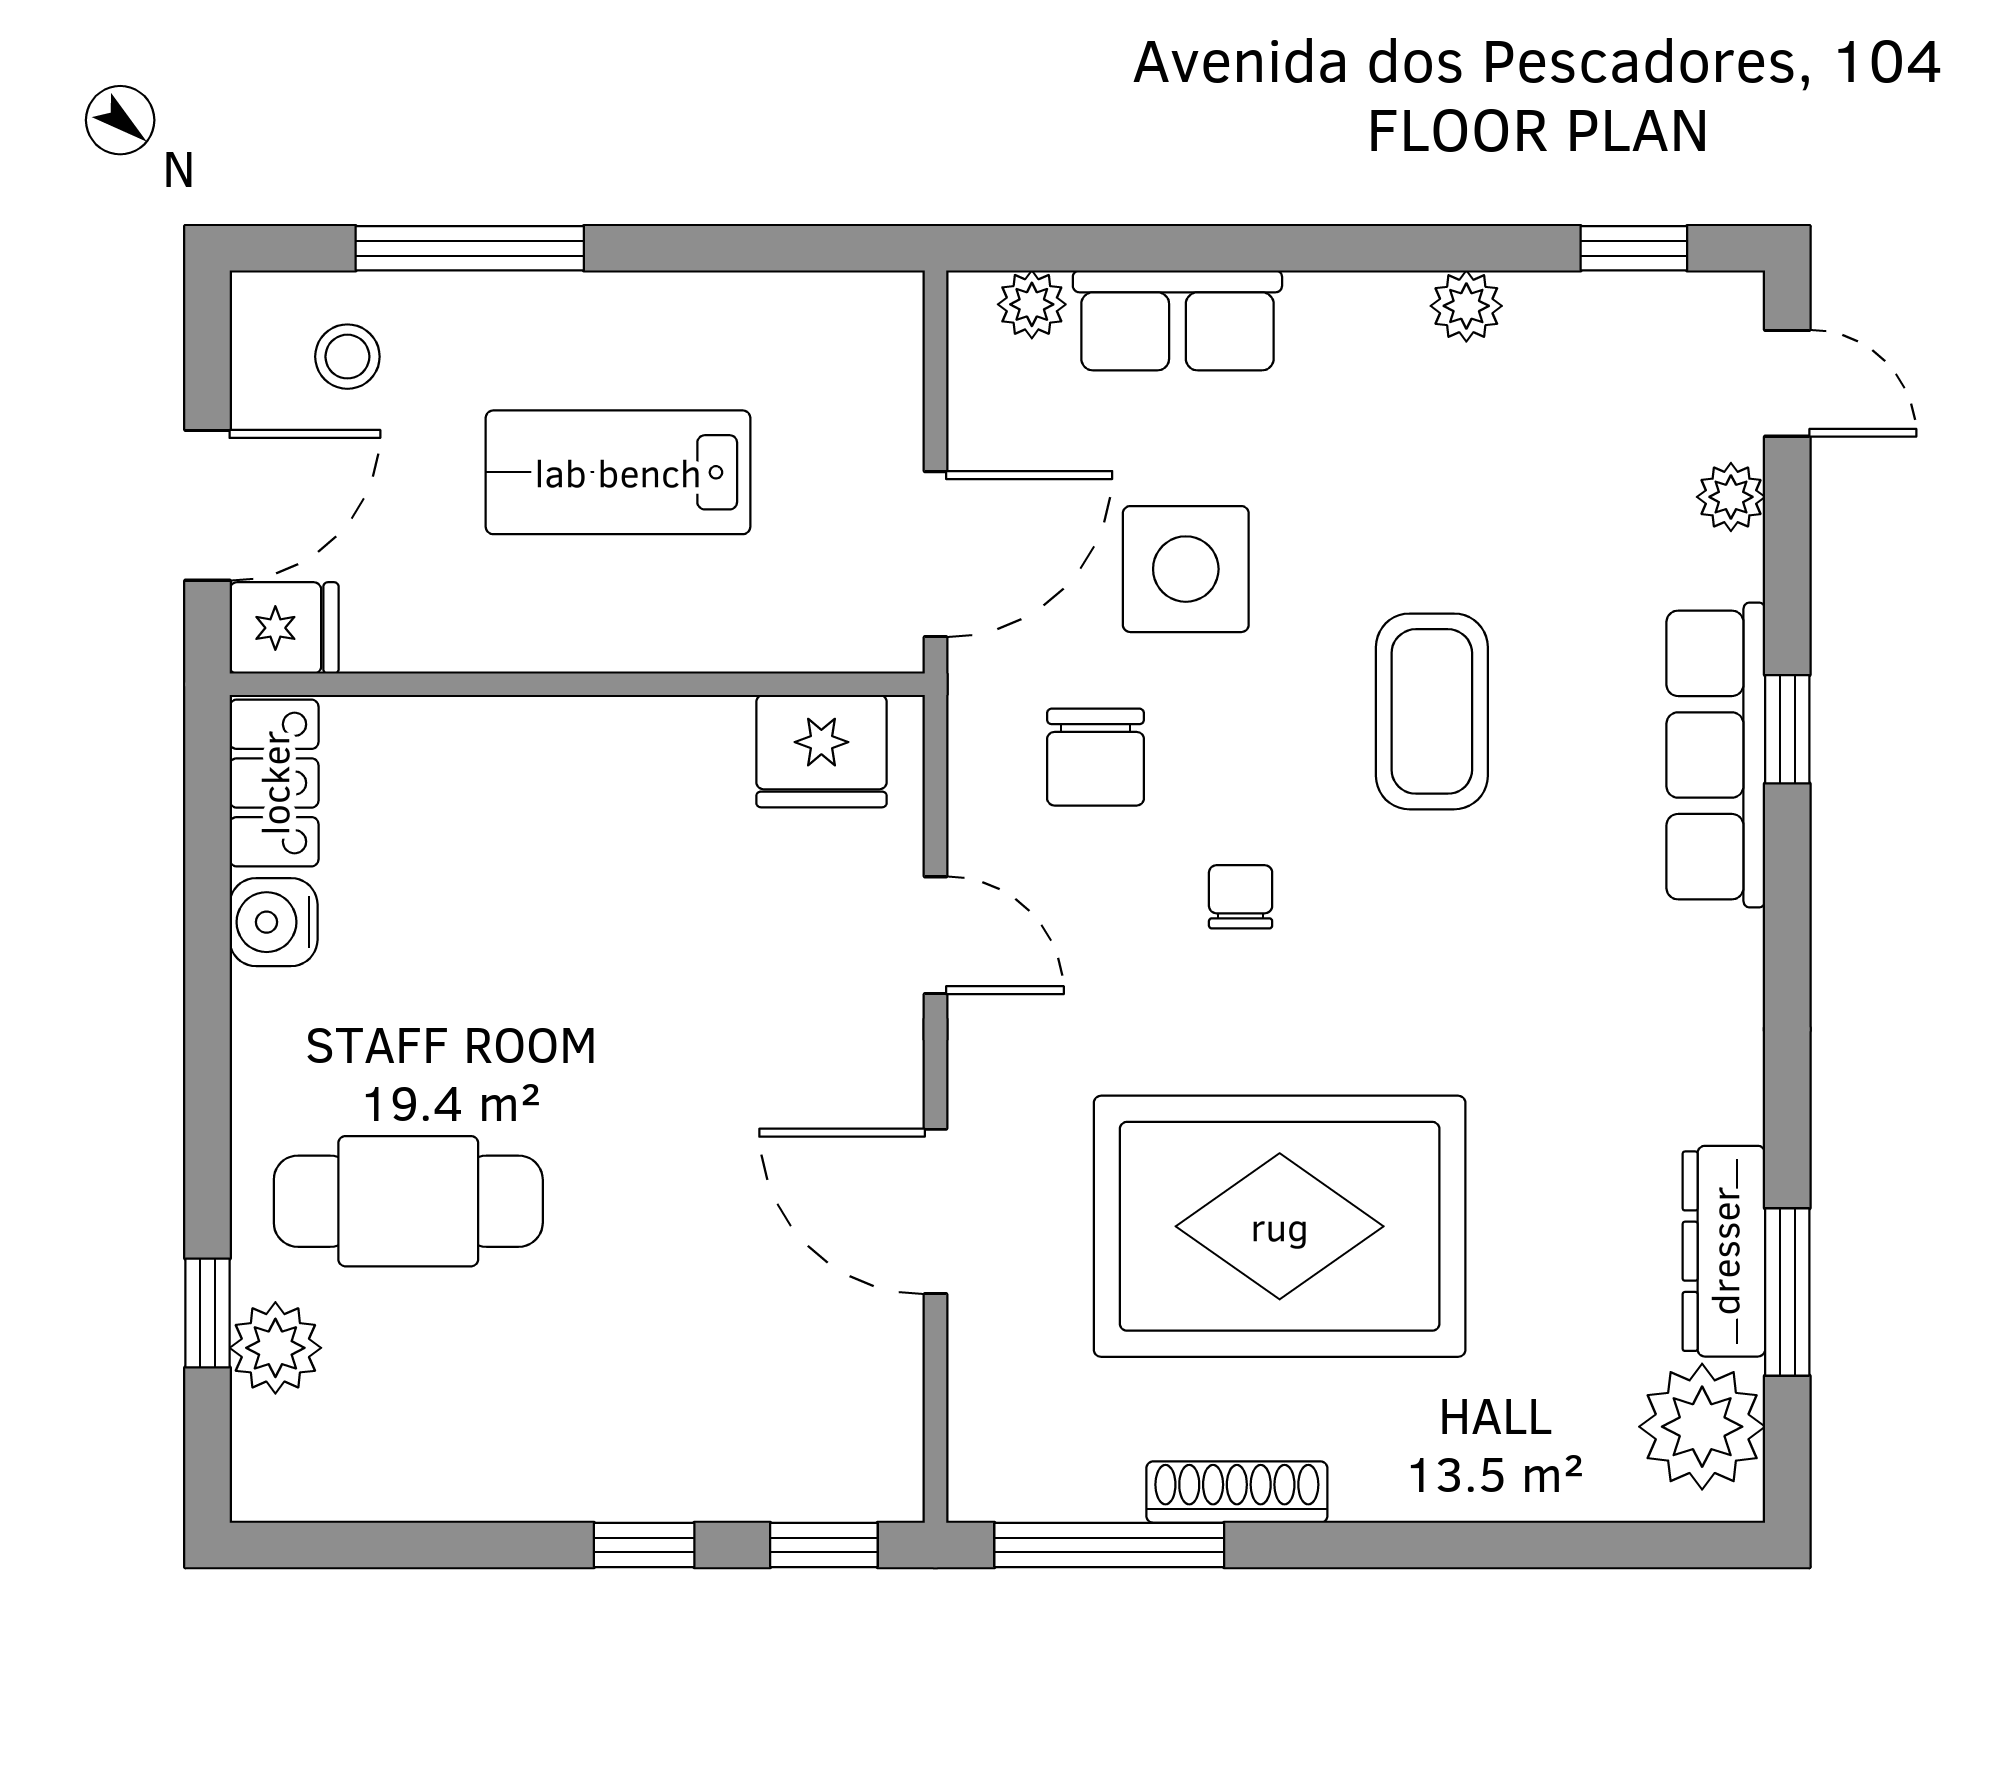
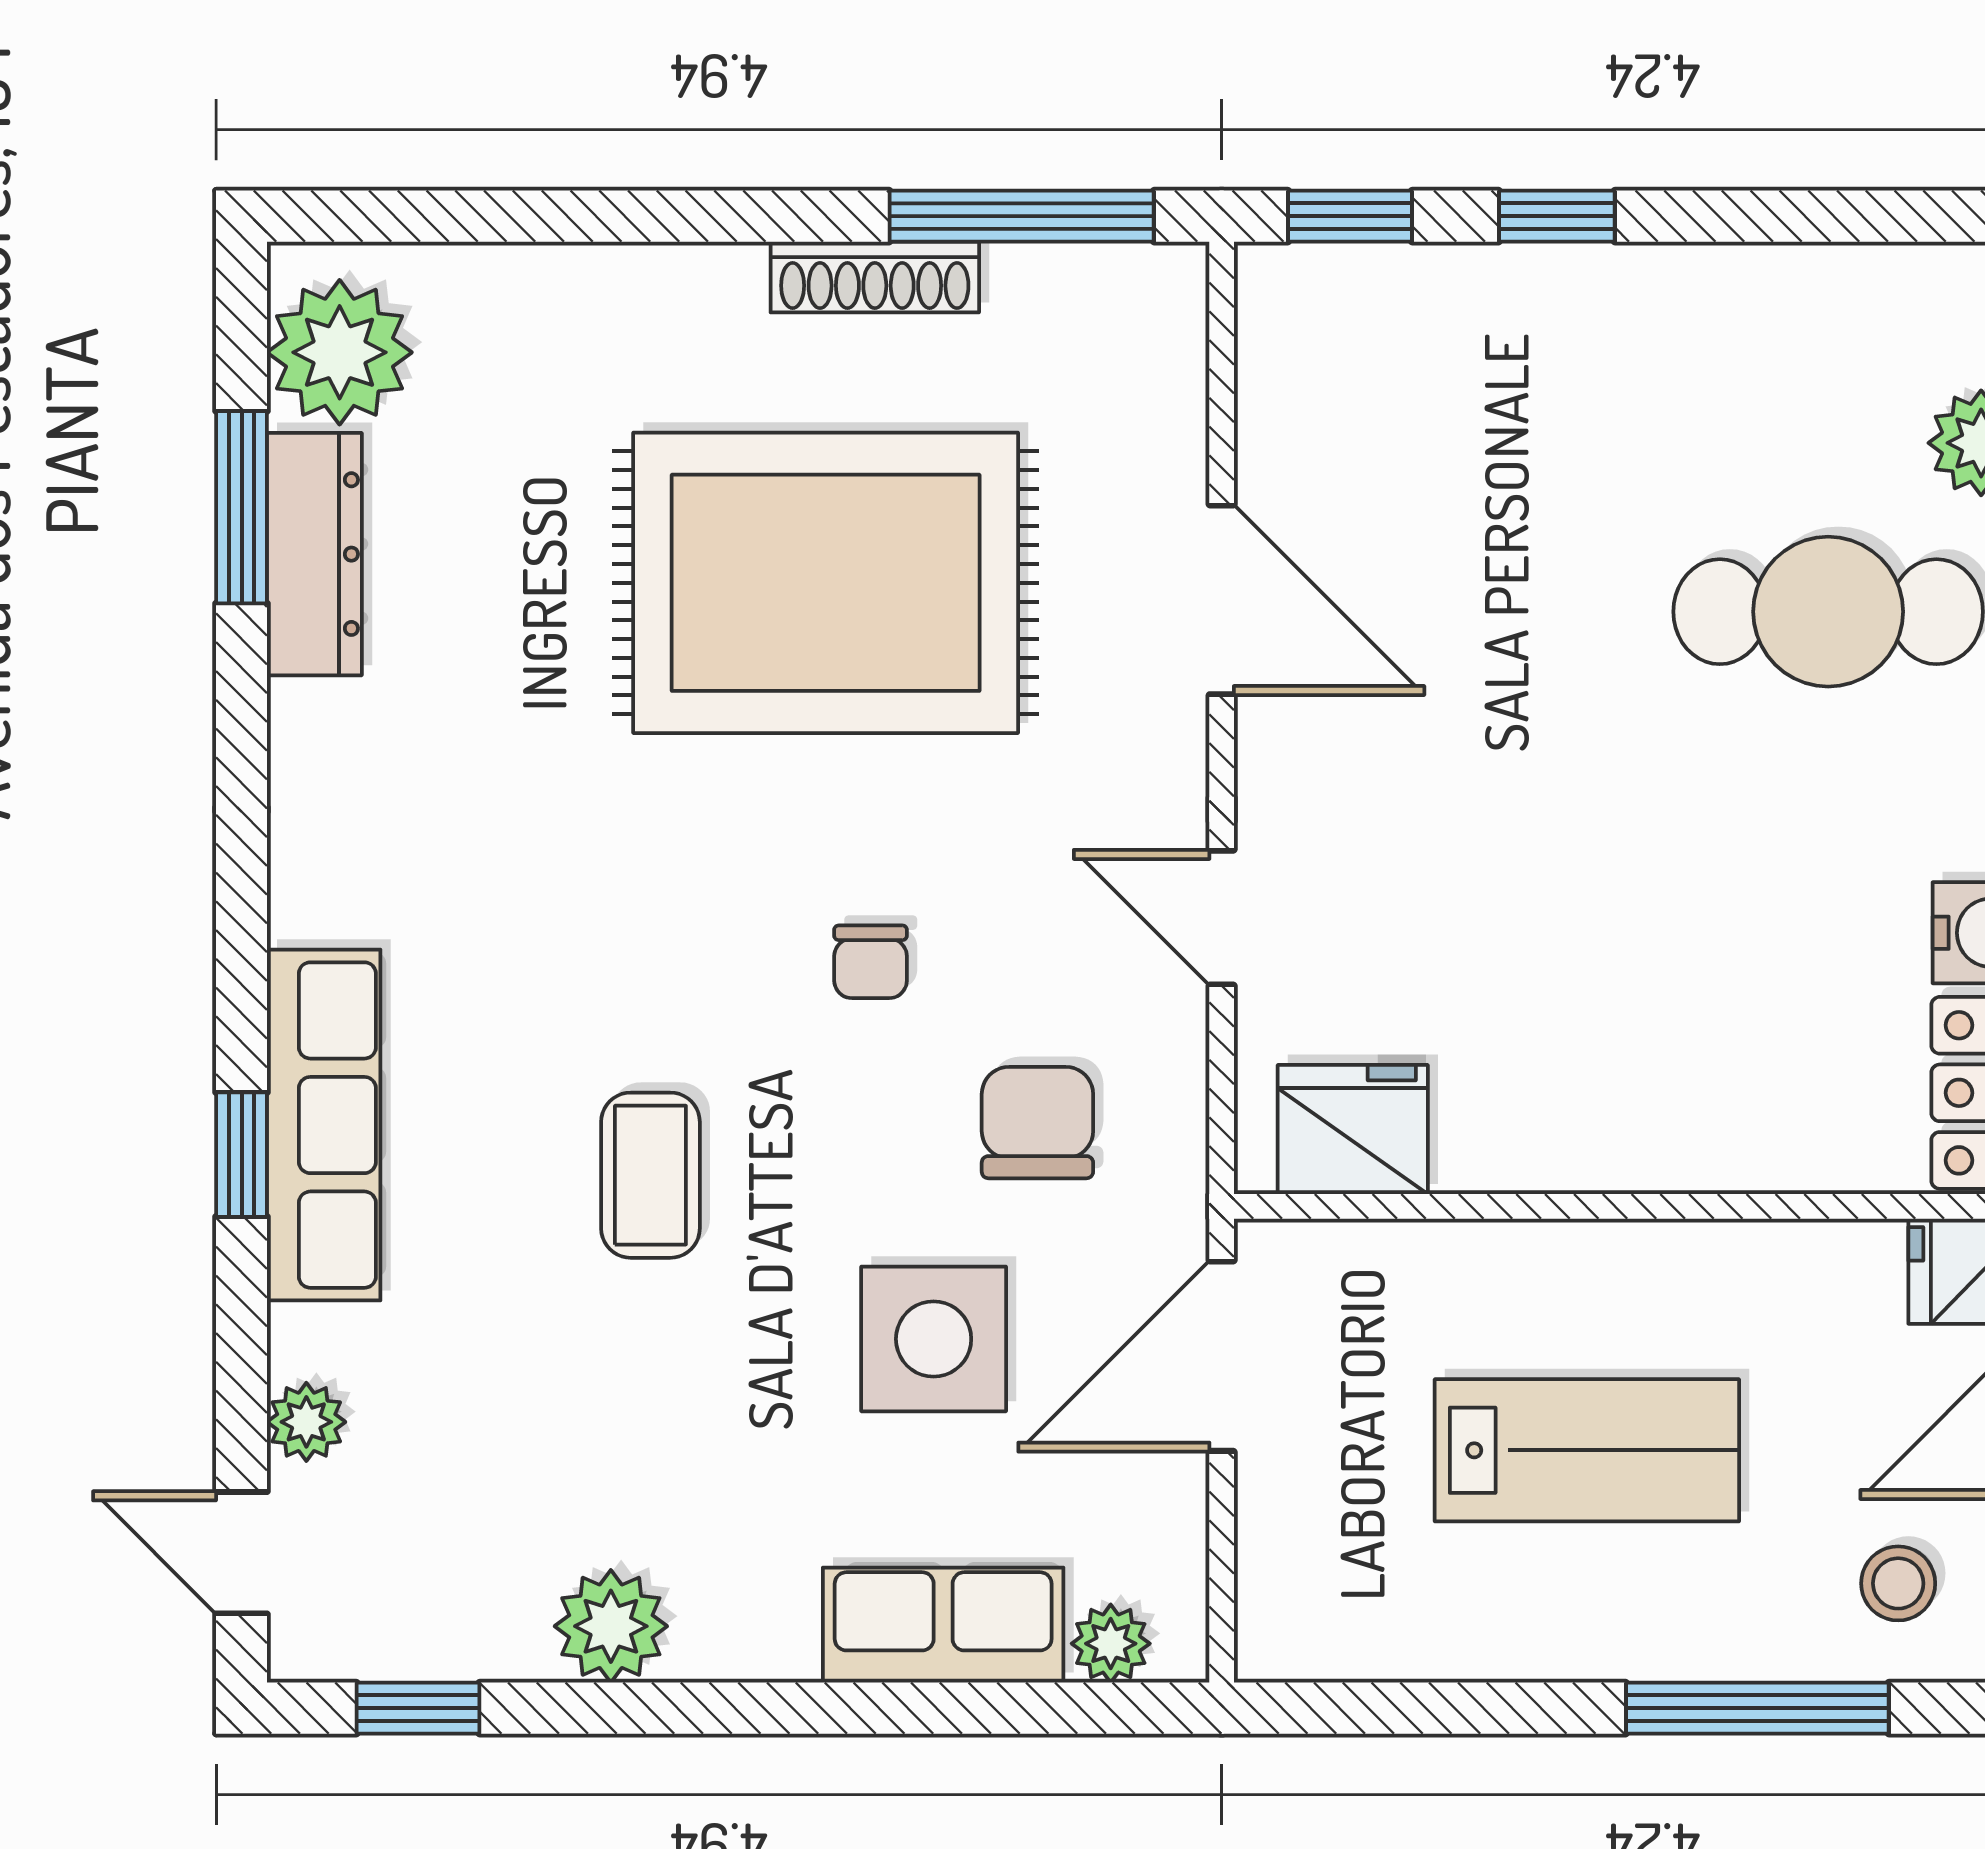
plant: (1466, 306) -> (611, 1626), width x1.38, depth x1.38
coffee table: (1432, 711) -> (650, 1175), width x0.73, depth x0.77

